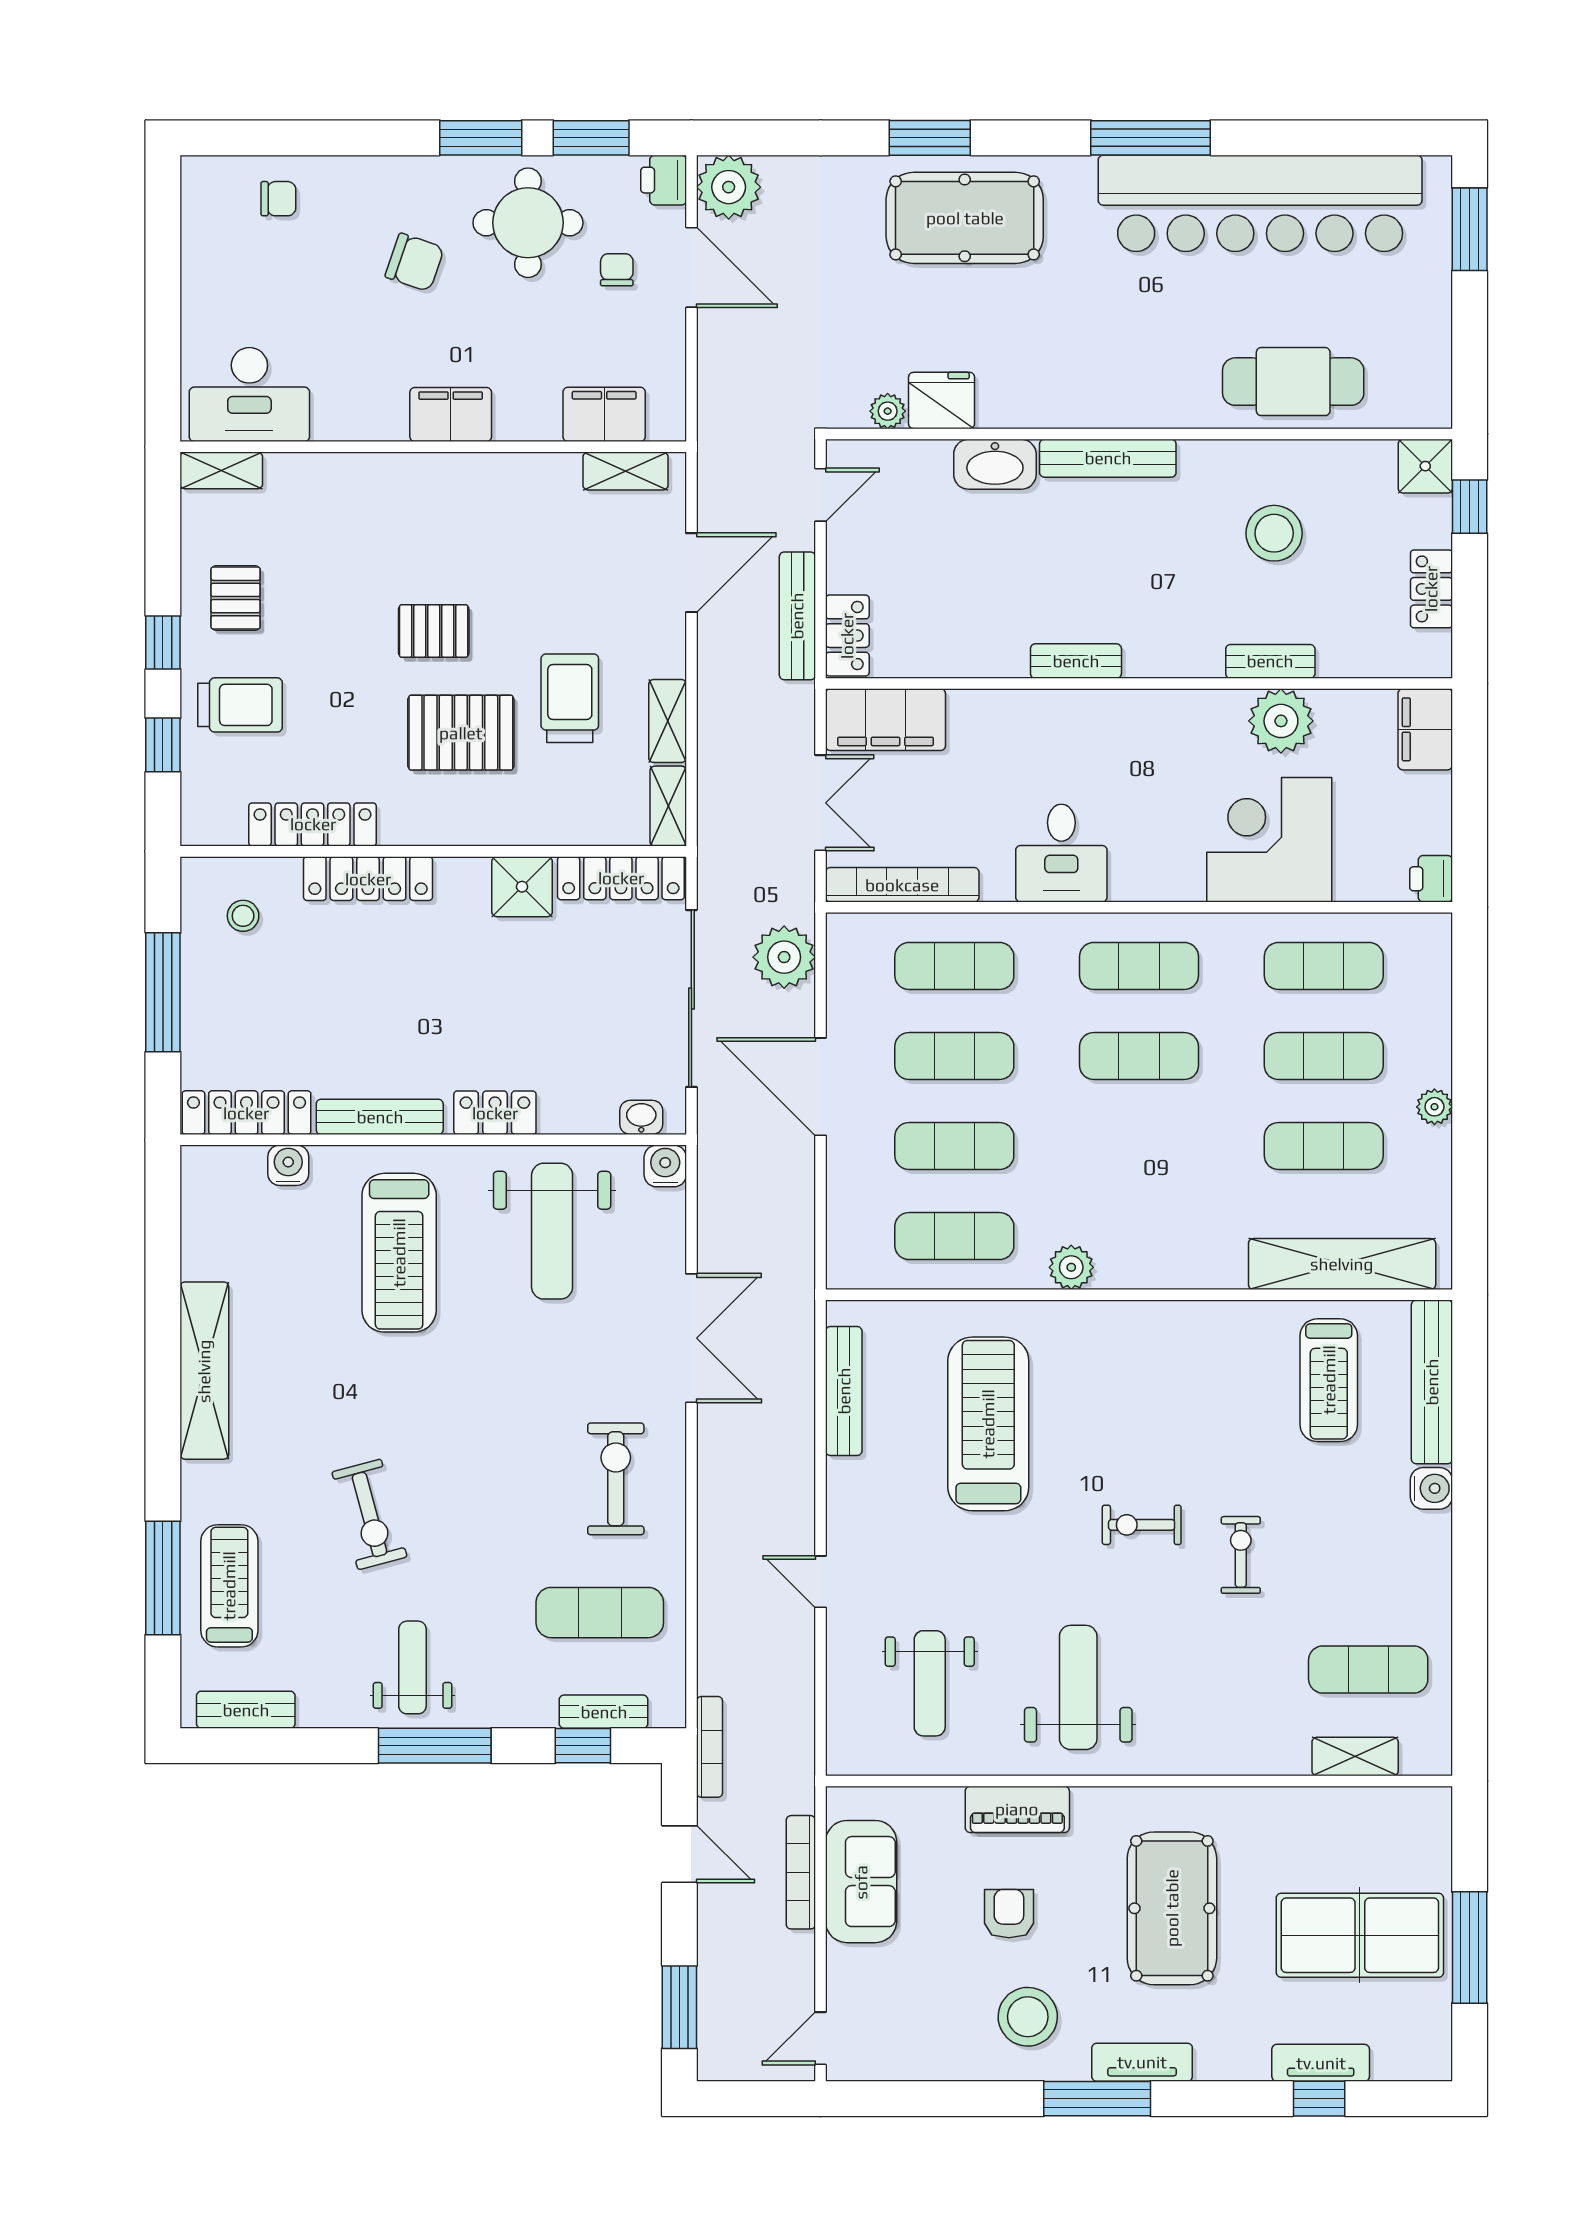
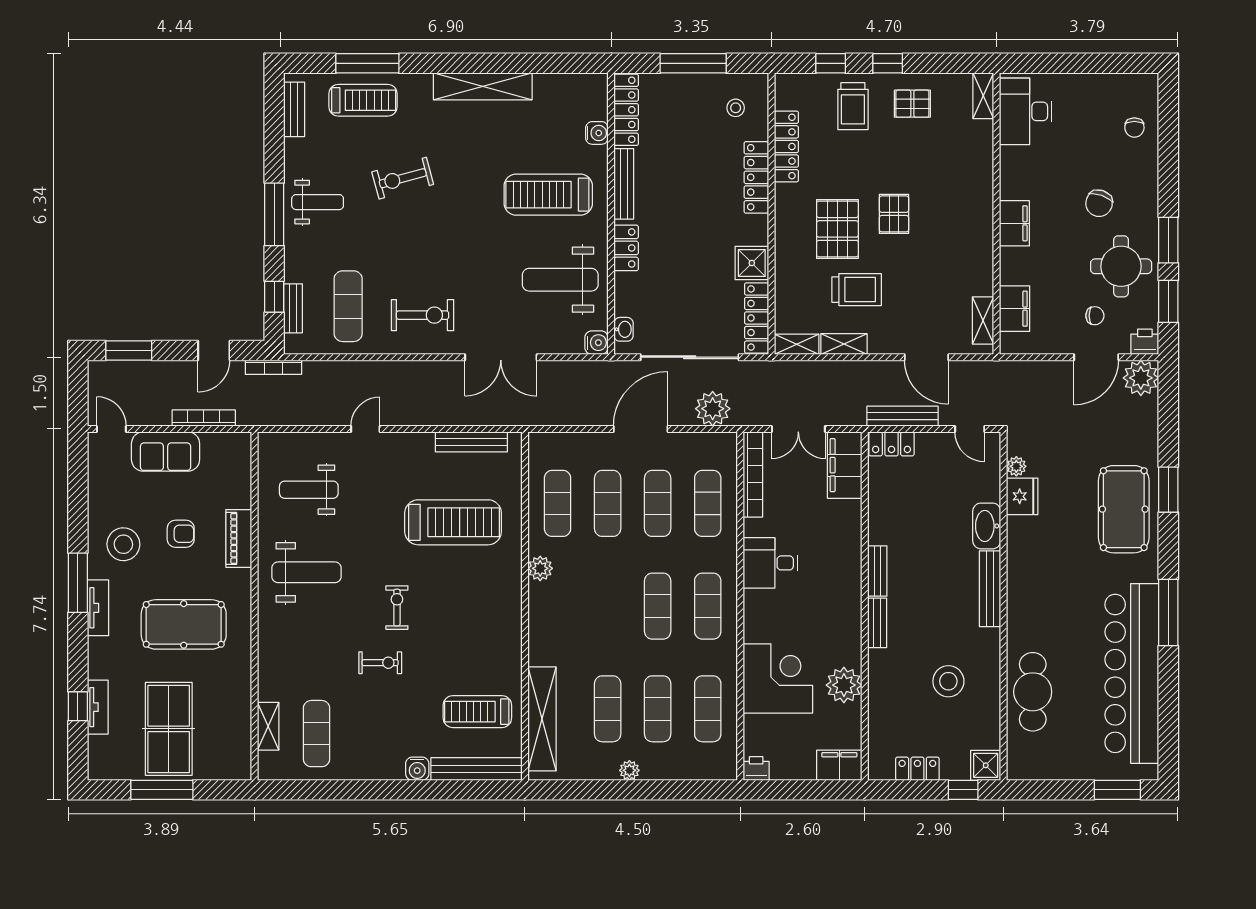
bench: (1270, 661) -> (877, 623), moved
sofa: (861, 1882) -> (166, 452), moved

